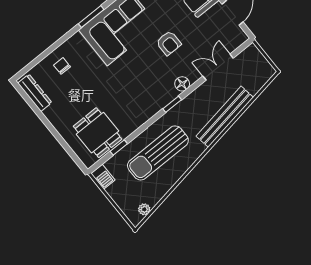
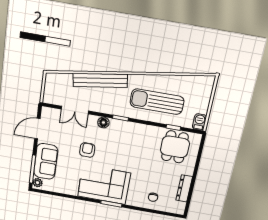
dresser: (35, 93) -> (184, 188), moved
sun lounger: (158, 153) -> (157, 102), turned 180
plant: (144, 209) -> (199, 80), removed

